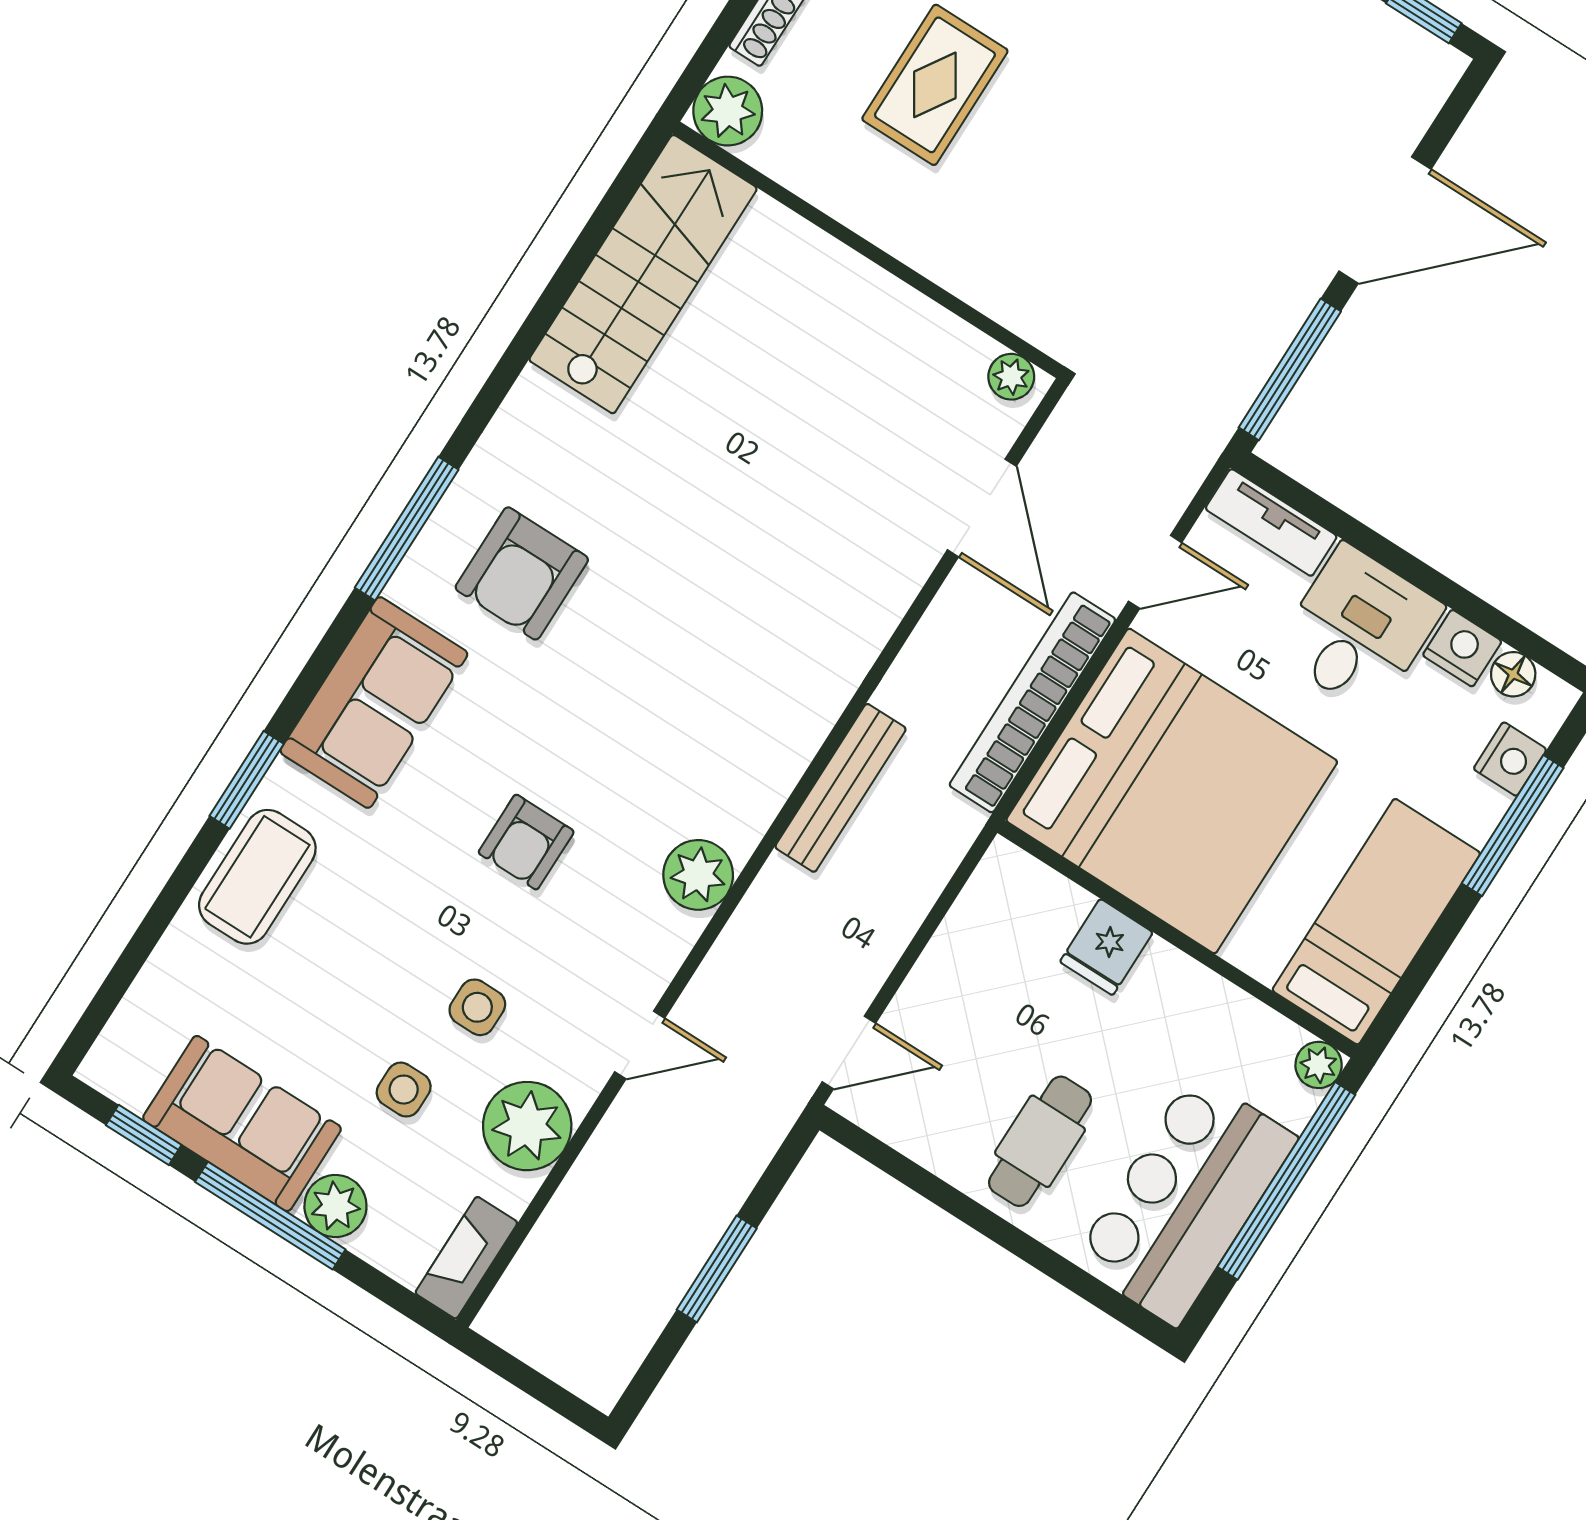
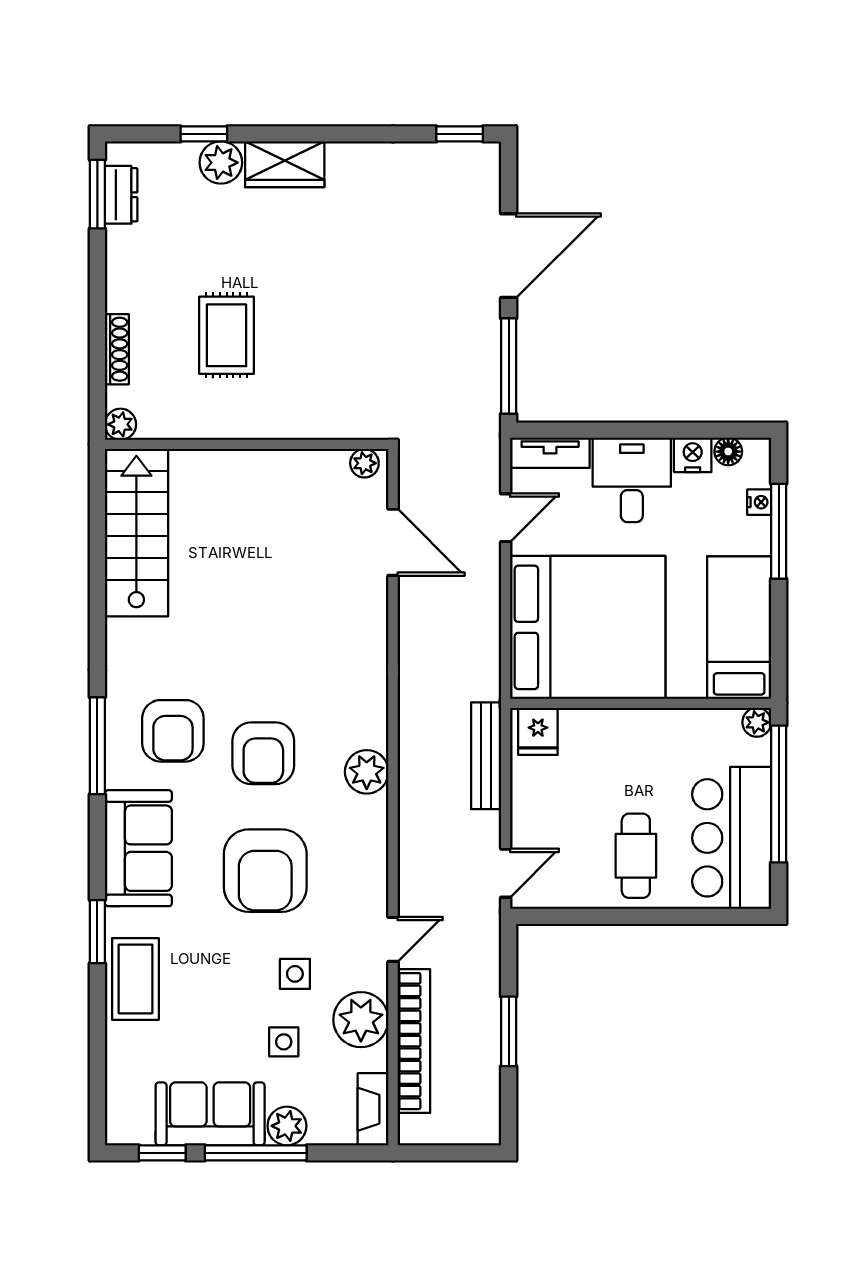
plant: (728, 111) -> (120, 424), width x0.73, depth x0.73
armchair: (625, 682) -> (263, 753), added
bookcase: (1032, 702) -> (414, 1041), moved, turned 180
nightstand: (1510, 759) -> (759, 502), width x0.72, depth x0.74
bench: (841, 788) -> (486, 756), moved
armchair: (526, 842) -> (265, 871), width x1.88, depth x1.88
plant: (698, 875) -> (367, 772), moved
fridge: (1106, 947) -> (538, 731), moved

